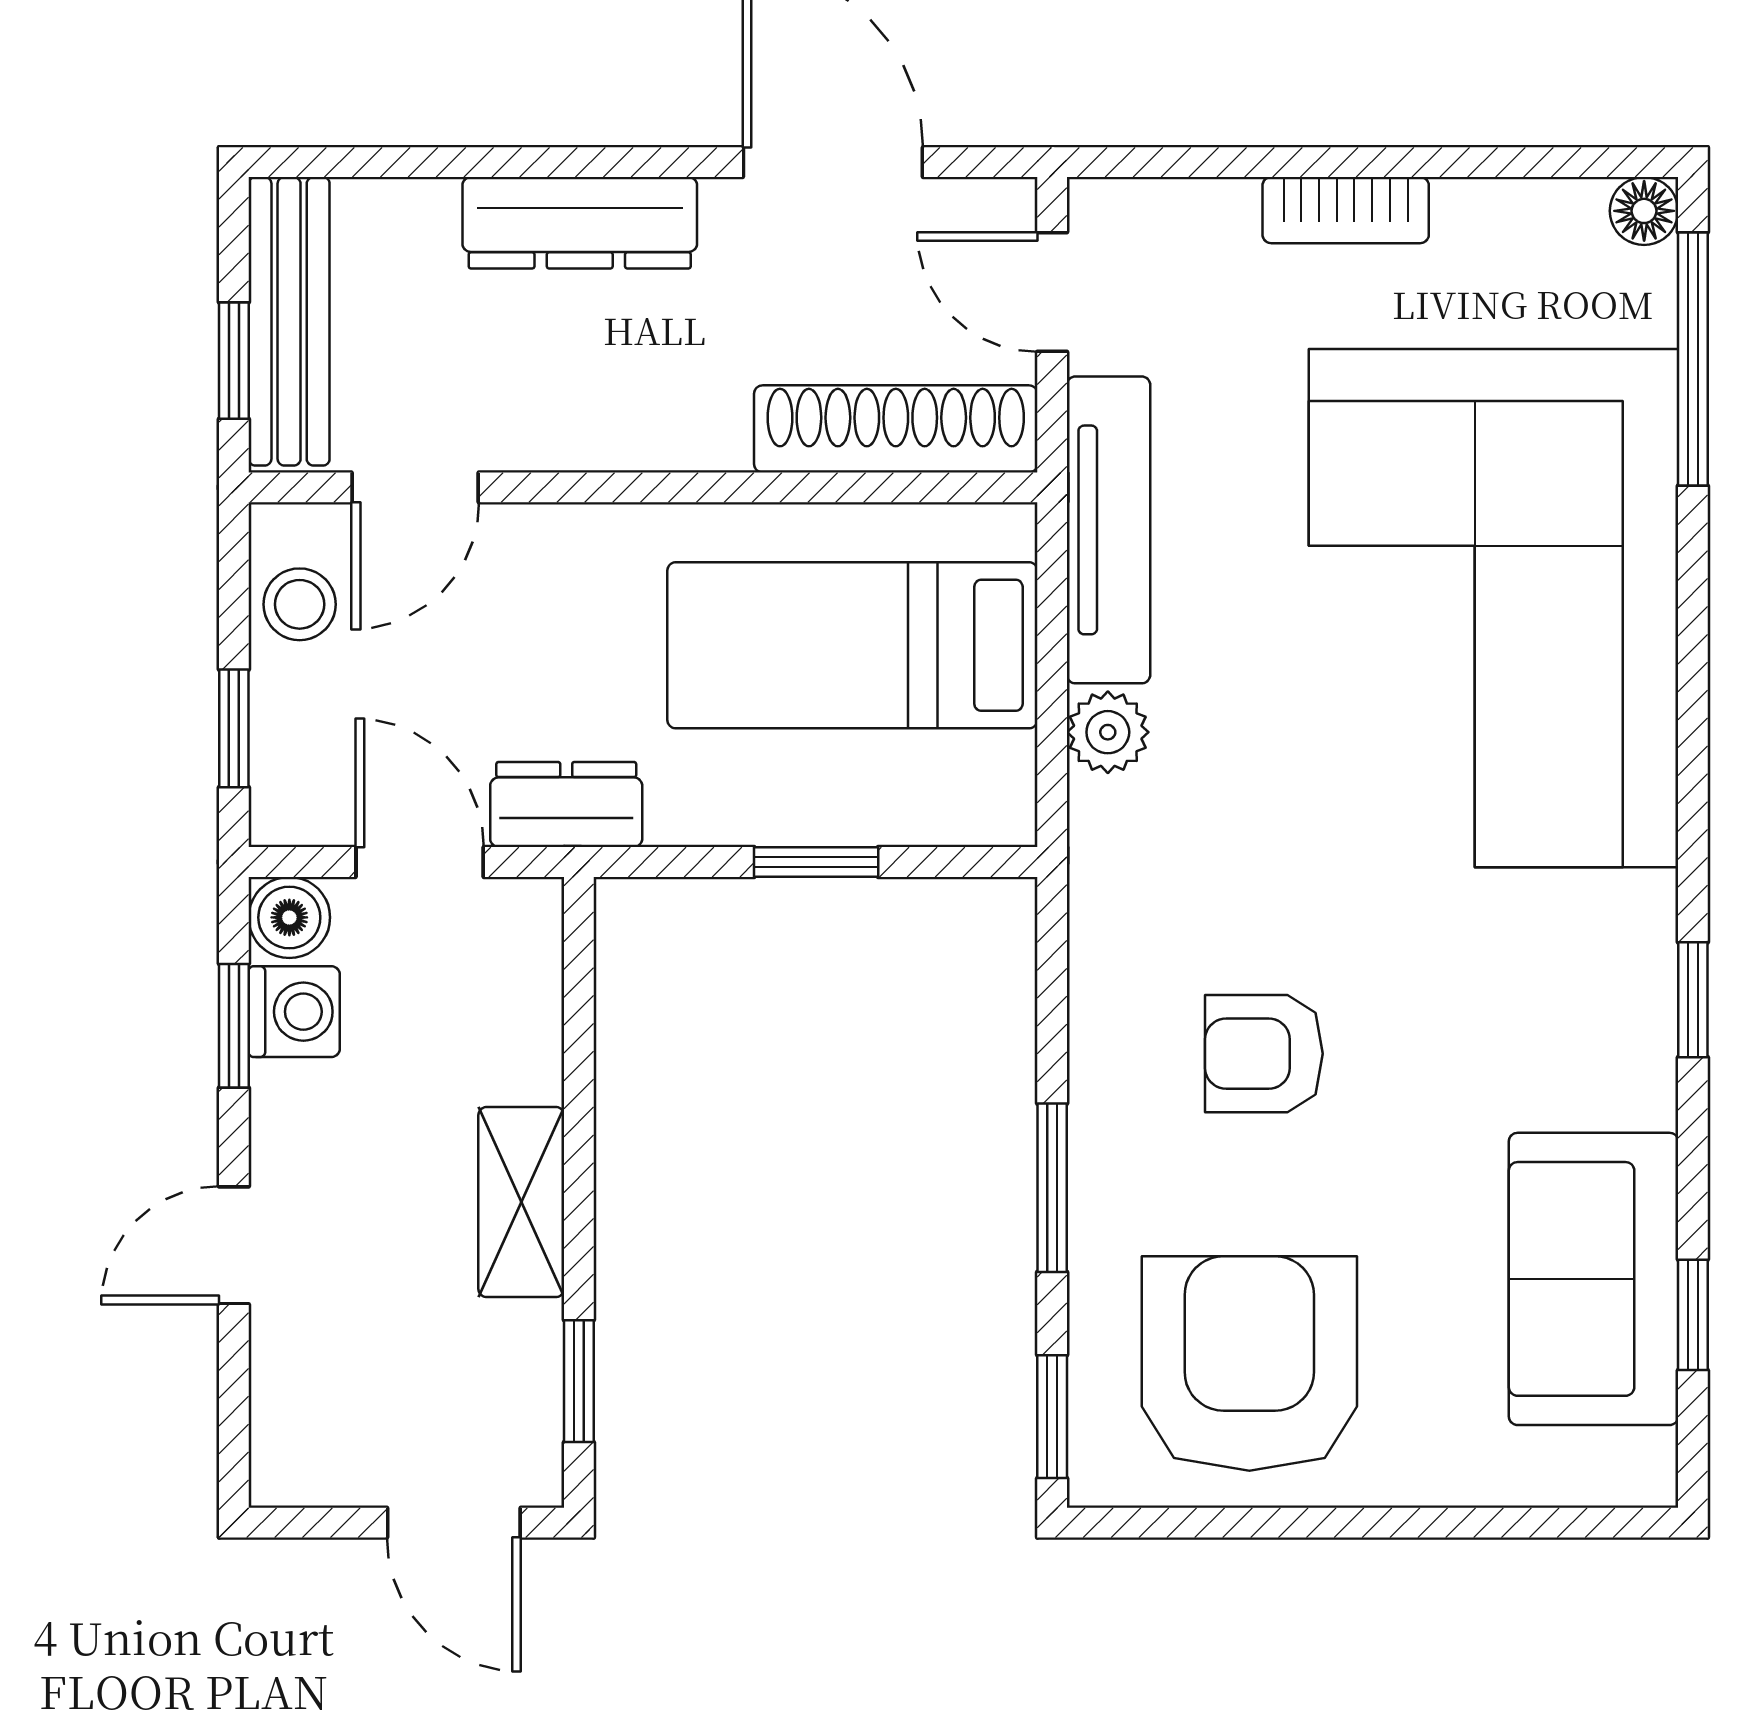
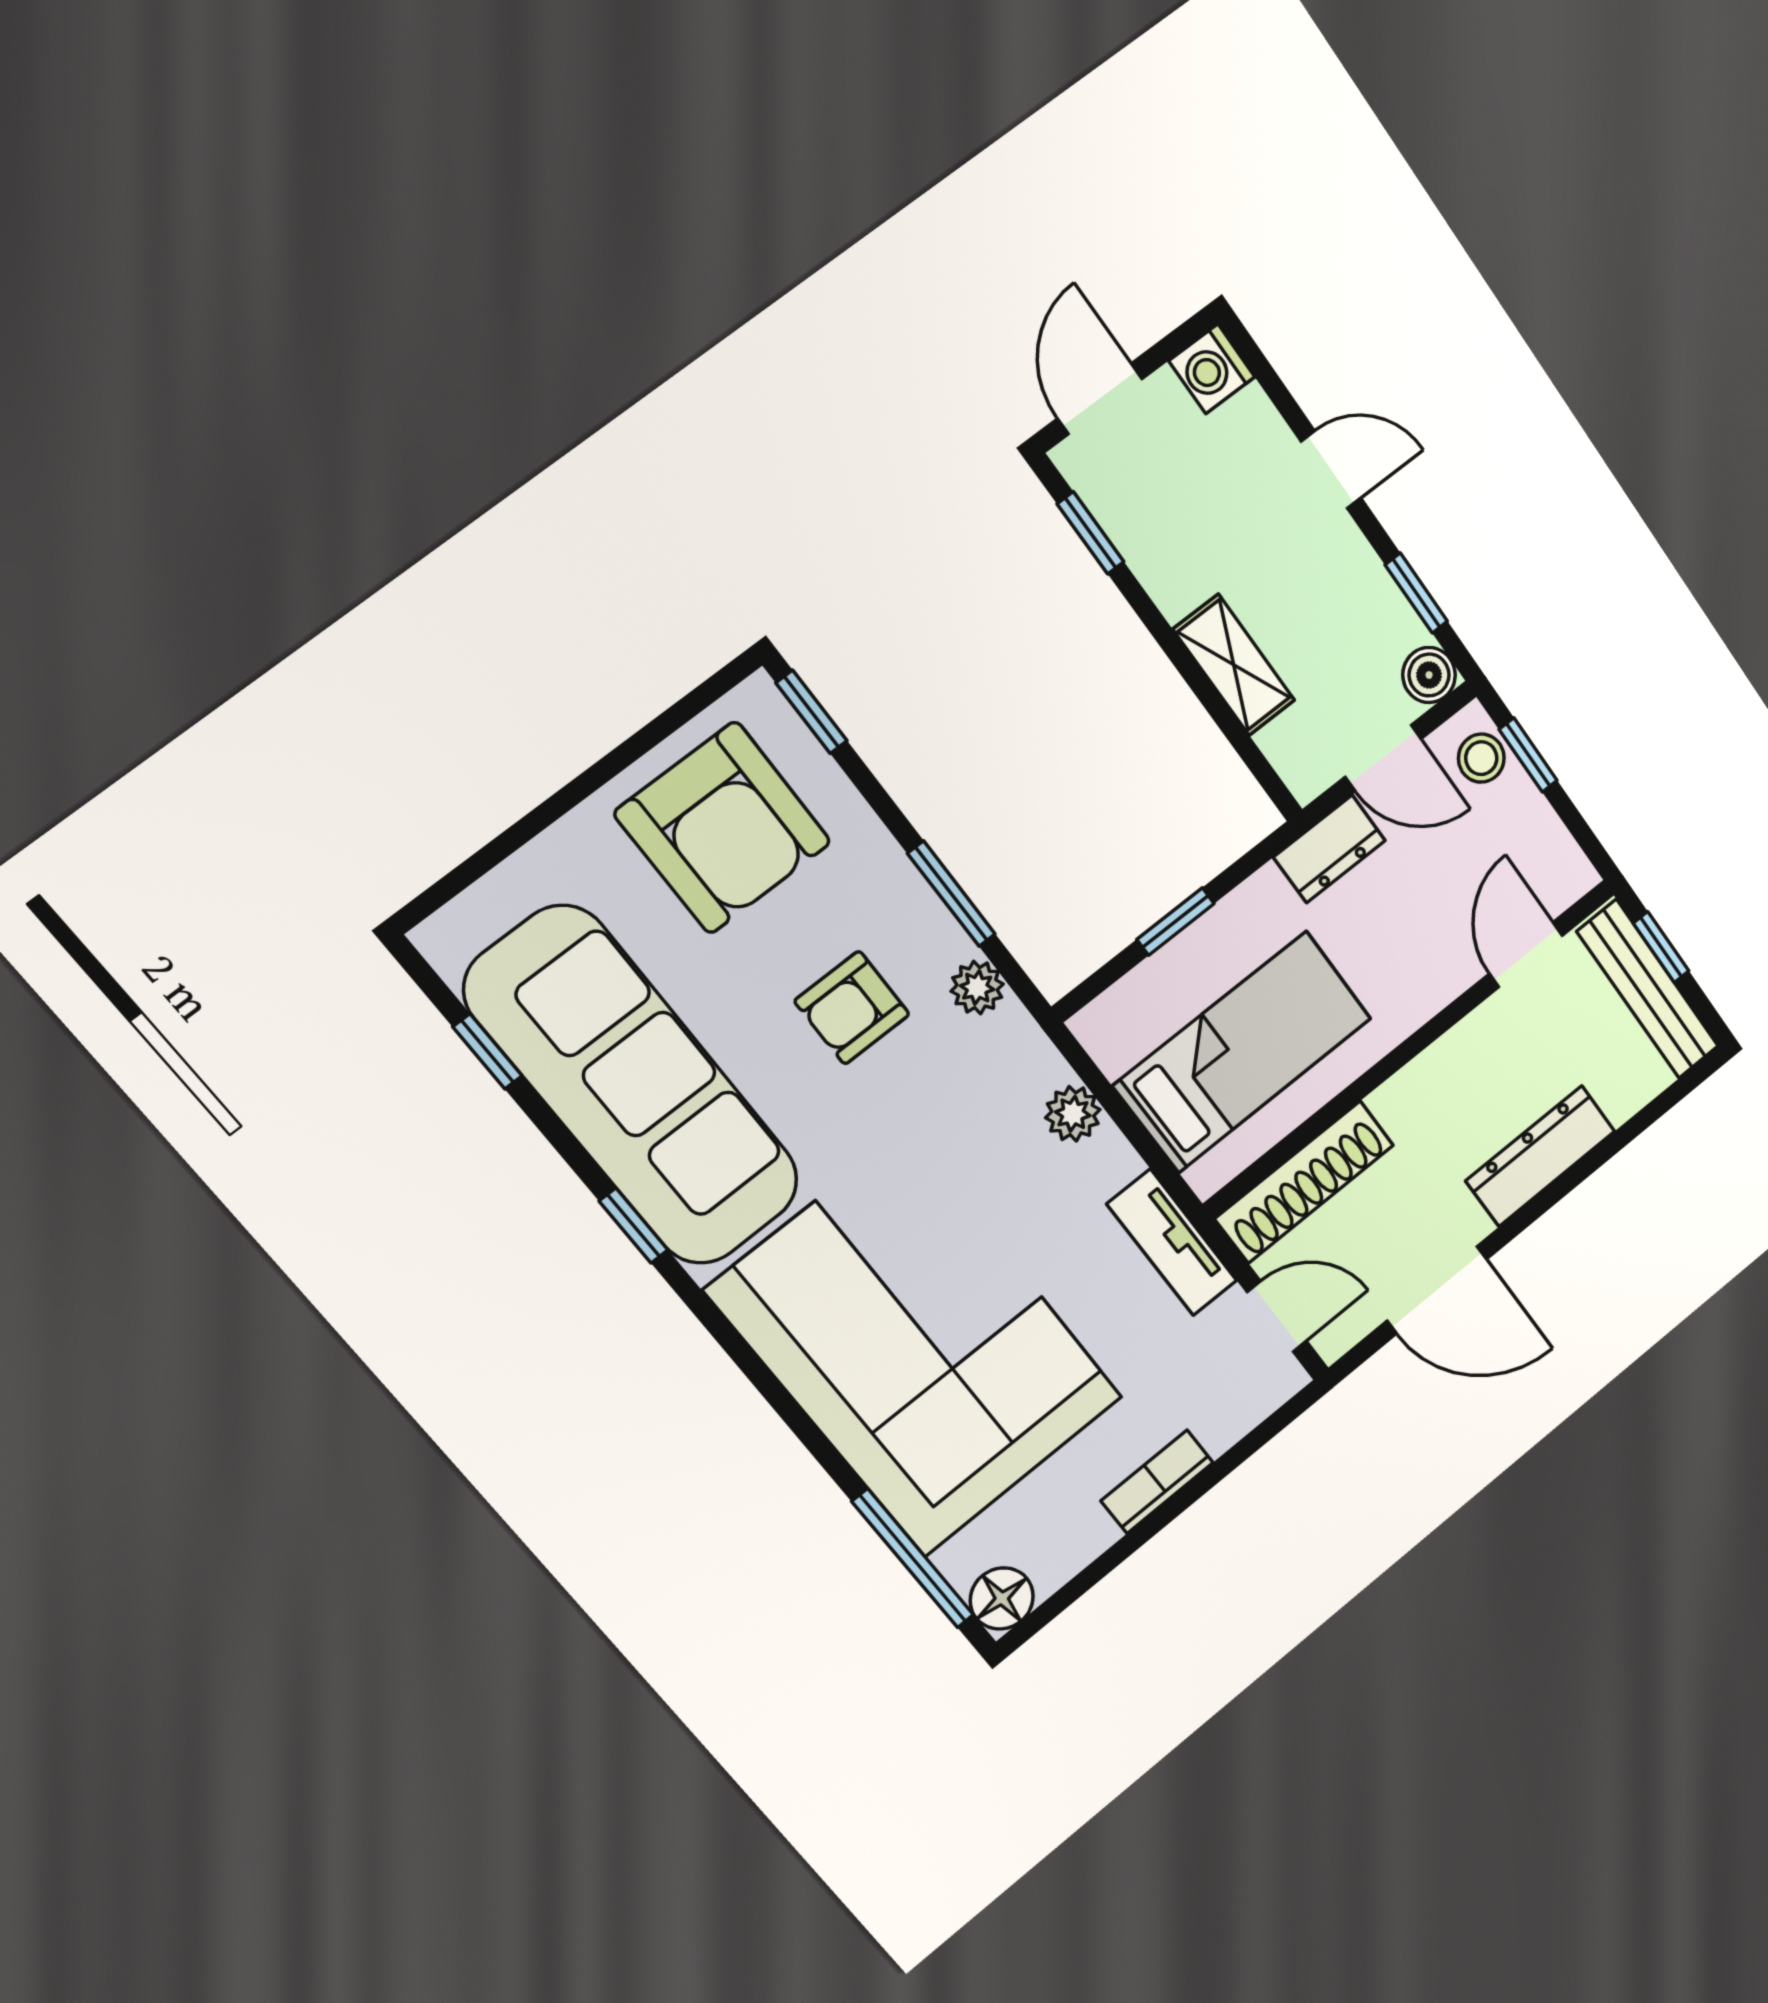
floor lamp: (1644, 211) -> (1002, 1598), width x1.37, depth x1.37
tv unit: (1108, 530) -> (1172, 1242), width x0.71
stool: (300, 604) -> (1481, 758), moved
plant: (1105, 966) -> (977, 988), added
washing machine: (294, 1012) -> (1212, 369), moved
armchair: (1264, 1054) -> (852, 1008), turned 180
window: (1052, 1188) -> (951, 894), moved
shelving: (521, 1202) -> (1234, 665), moved
door: (234, 1245) -> (1331, 470), hinge flipped
sofa: (1594, 1279) -> (633, 1086), width x1.85, depth x1.27
door: (454, 1523) -> (1100, 399), hinge flipped

